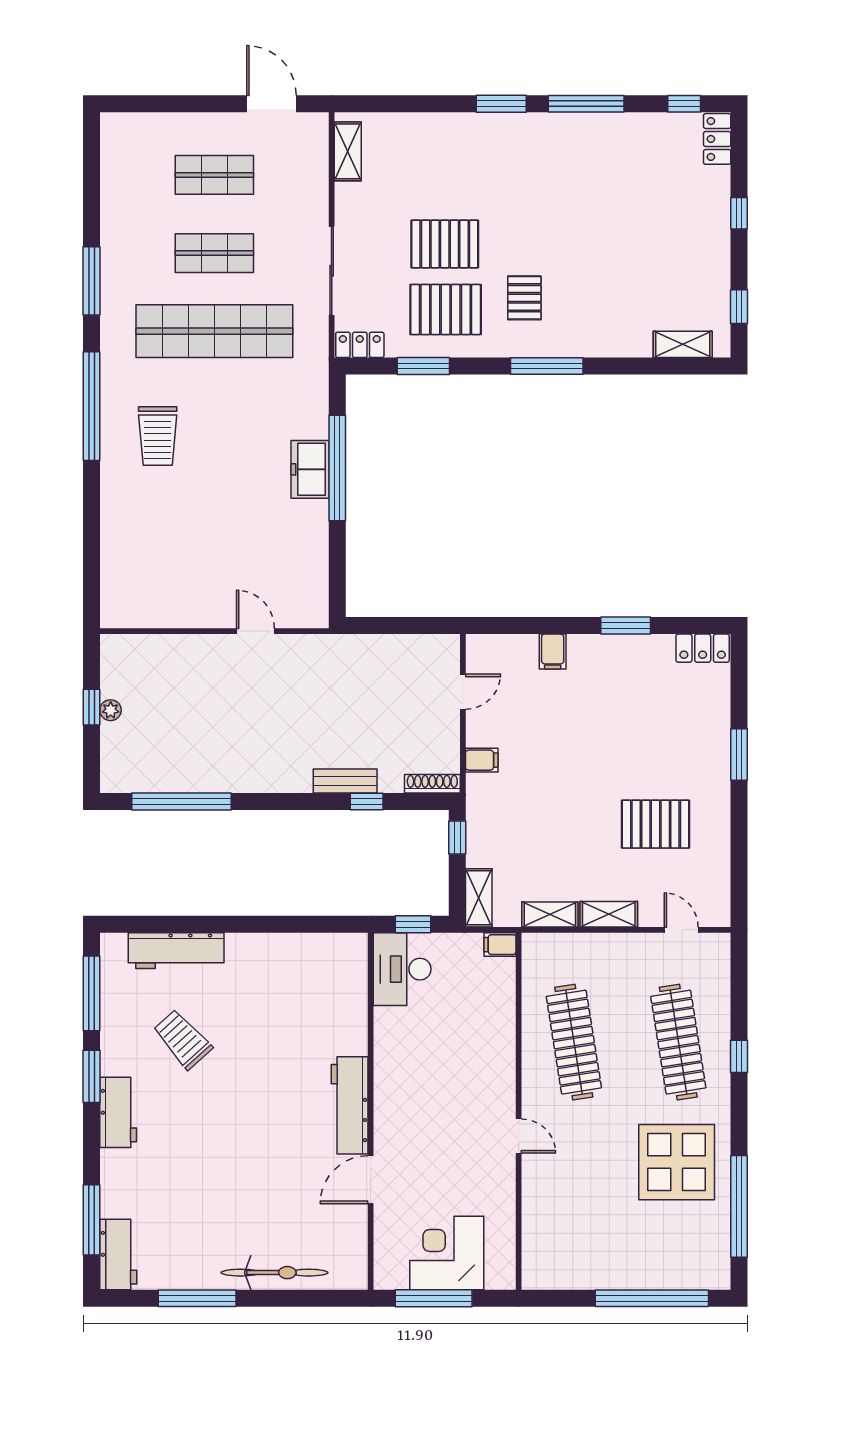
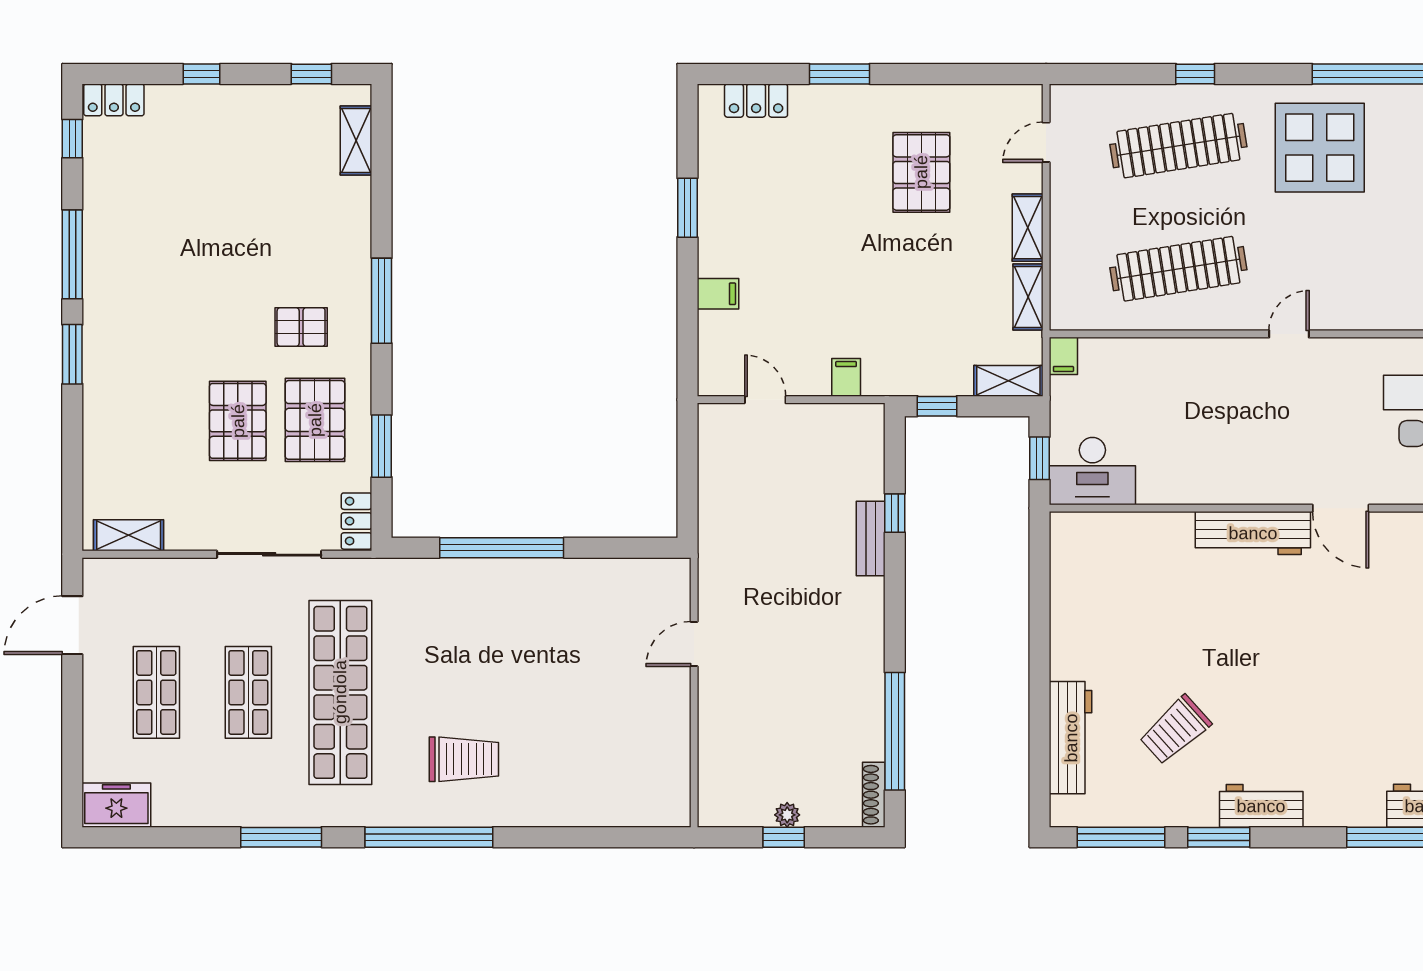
freezer: (310, 469) -> (116, 805), moved, turned 180
locker: (703, 648) -> (756, 101), moved, turned 90
shoe rack: (432, 784) -> (874, 795), moved

